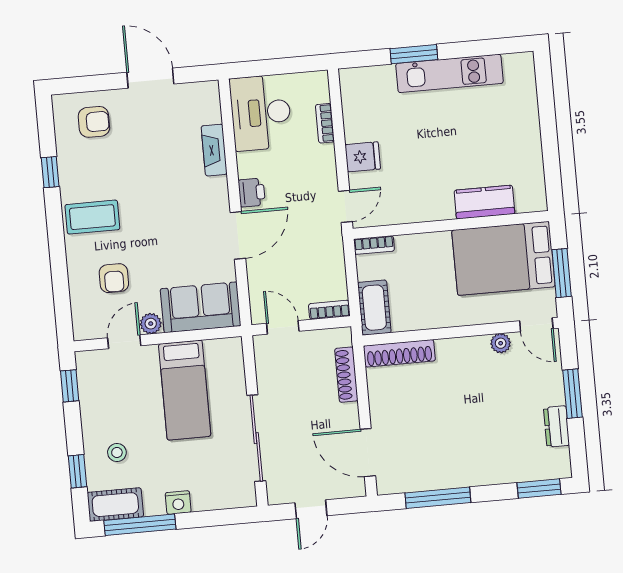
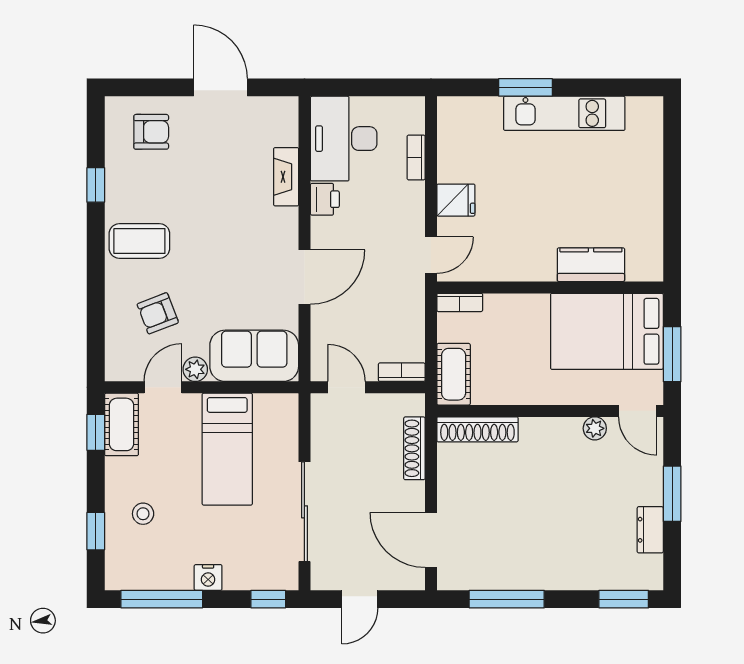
printer: (252, 193) -> (325, 199), moved
armchair: (114, 278) -> (158, 313), turned 69
cot: (115, 505) -> (121, 424), moved, turned 90
window: (232, 516) -> (268, 599), added

